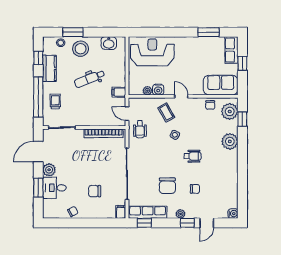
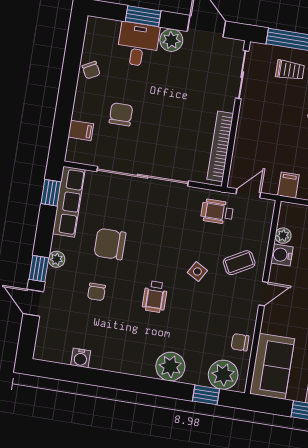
filing cabinet: (121, 212) -> (81, 130), moved
water cooler: (233, 214) -> (81, 358), moved

